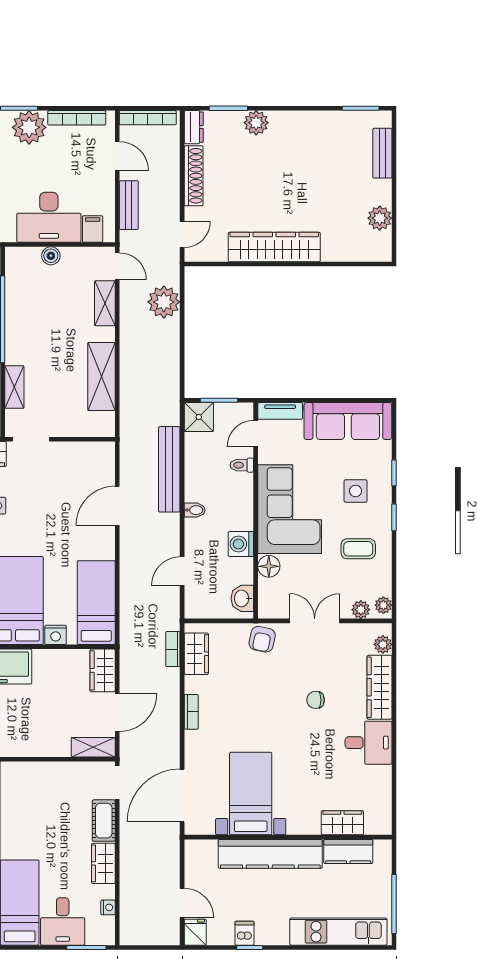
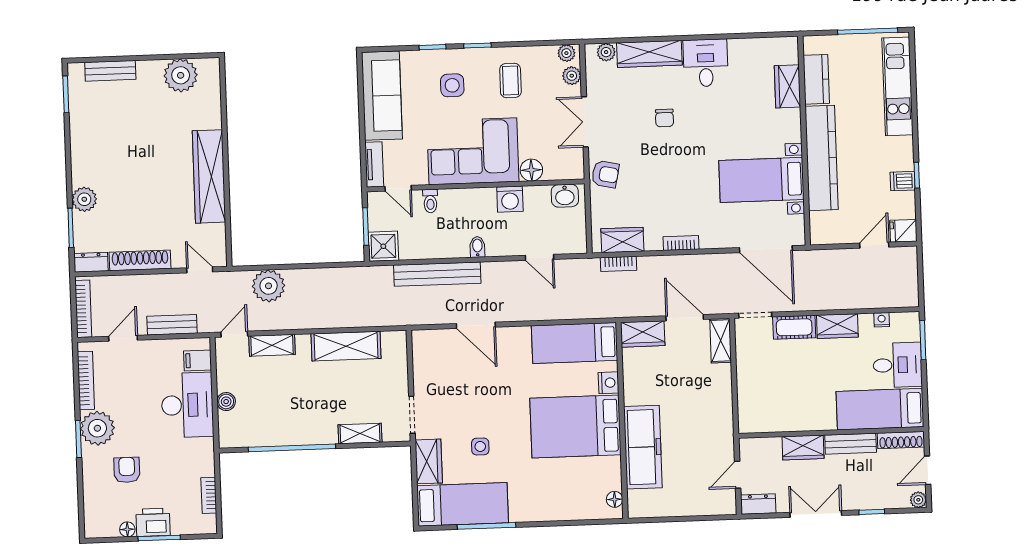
plant: (380, 218) -> (181, 75), width x1.36, depth x1.36

